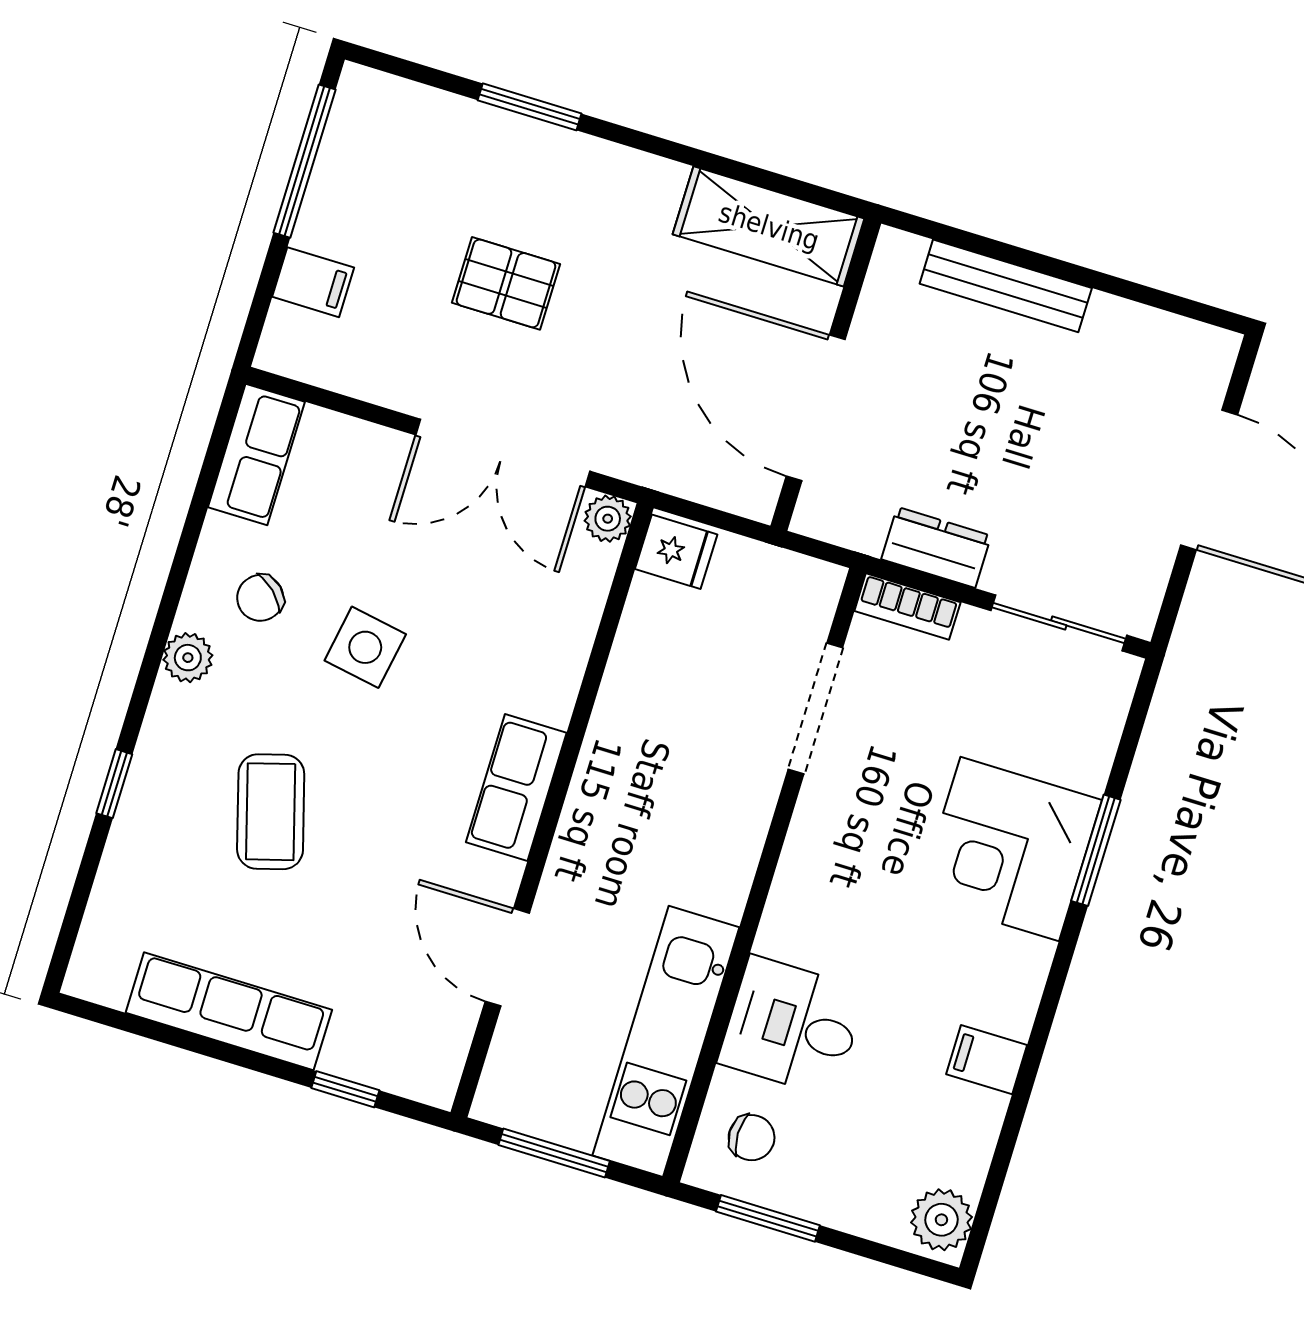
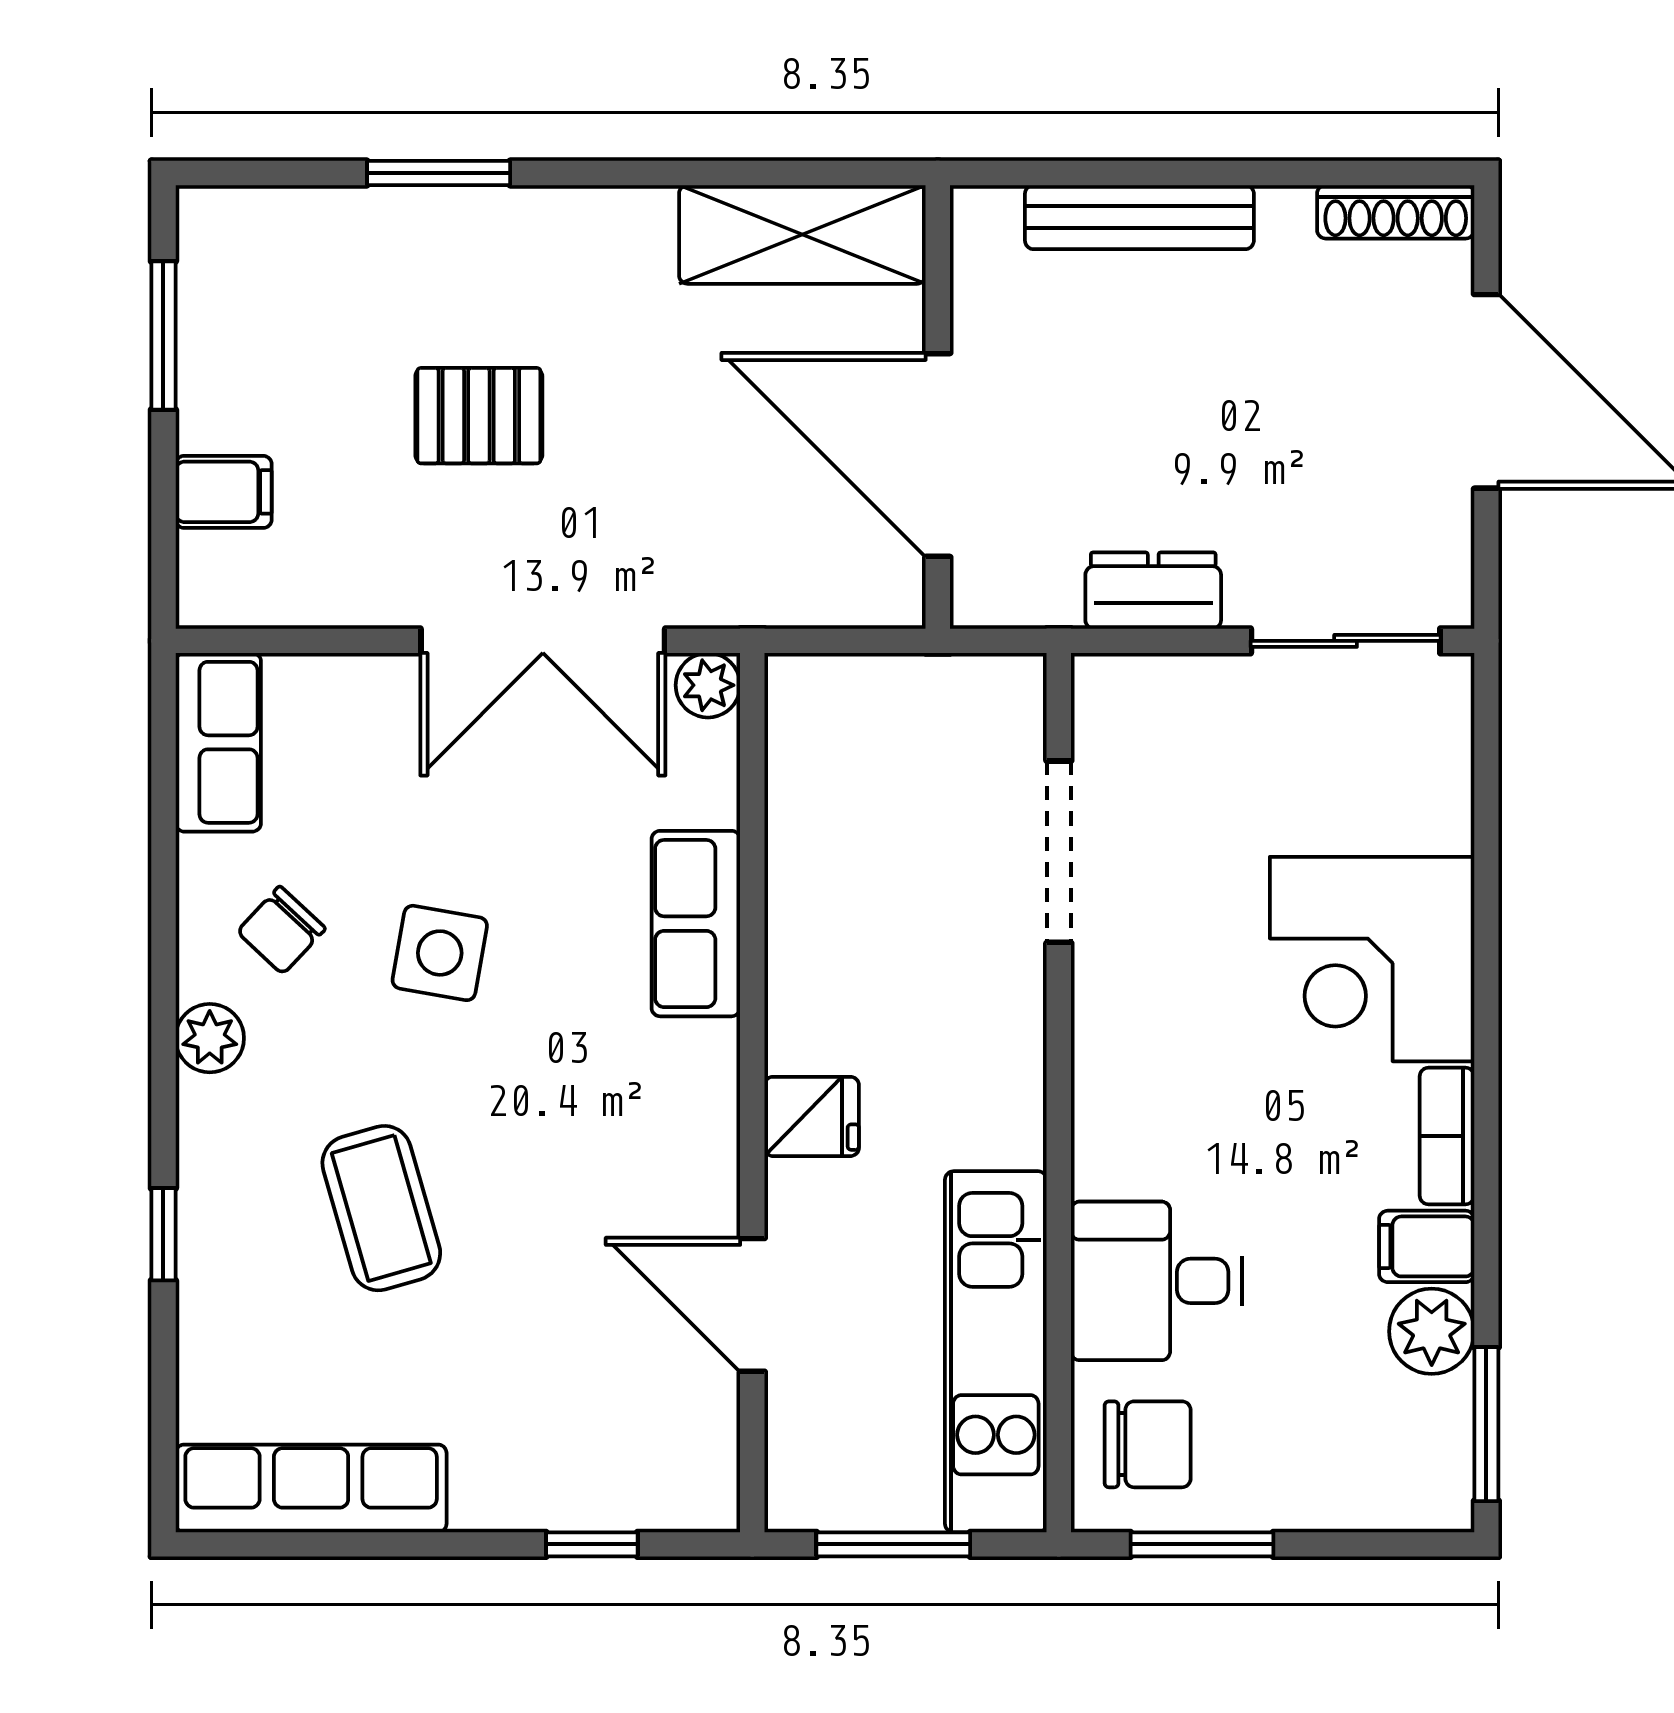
window: (305, 161) -> (163, 336), width x0.69
shoe rack: (1184, 336) -> (1396, 212), added
fridge: (676, 552) -> (812, 1116), moved
bookcase: (907, 607) -> (1447, 1136), moved, turned 90
row of seats: (516, 787) -> (696, 924), moved
window: (1096, 850) -> (1486, 1424), moved
row of seats: (229, 1011) -> (311, 1488), moved
chair: (752, 1138) -> (1148, 1444), width x1.37, depth x1.37
plant: (941, 1220) -> (1432, 1331), moved

